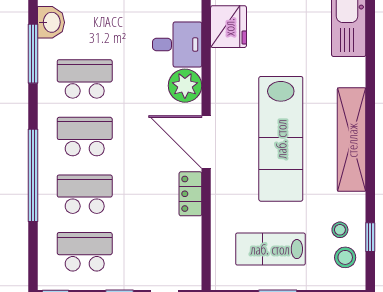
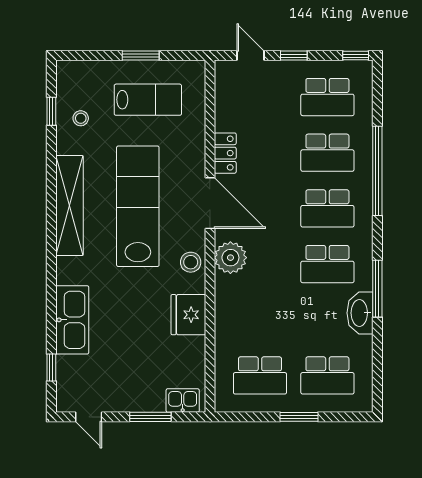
washbasin: (51, 22) -> (360, 313), width x1.38
desk: (177, 44) -> (238, 297), removed
stool: (345, 257) -> (191, 262), moved

